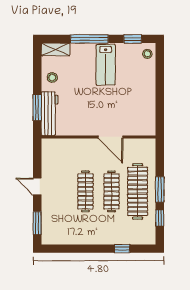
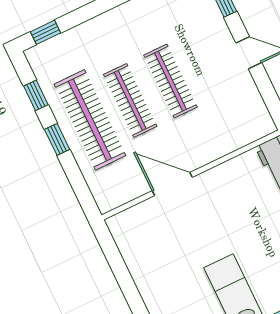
window: (160, 189) -> (57, 139), width x0.67
window: (122, 249) -> (45, 32), moved

